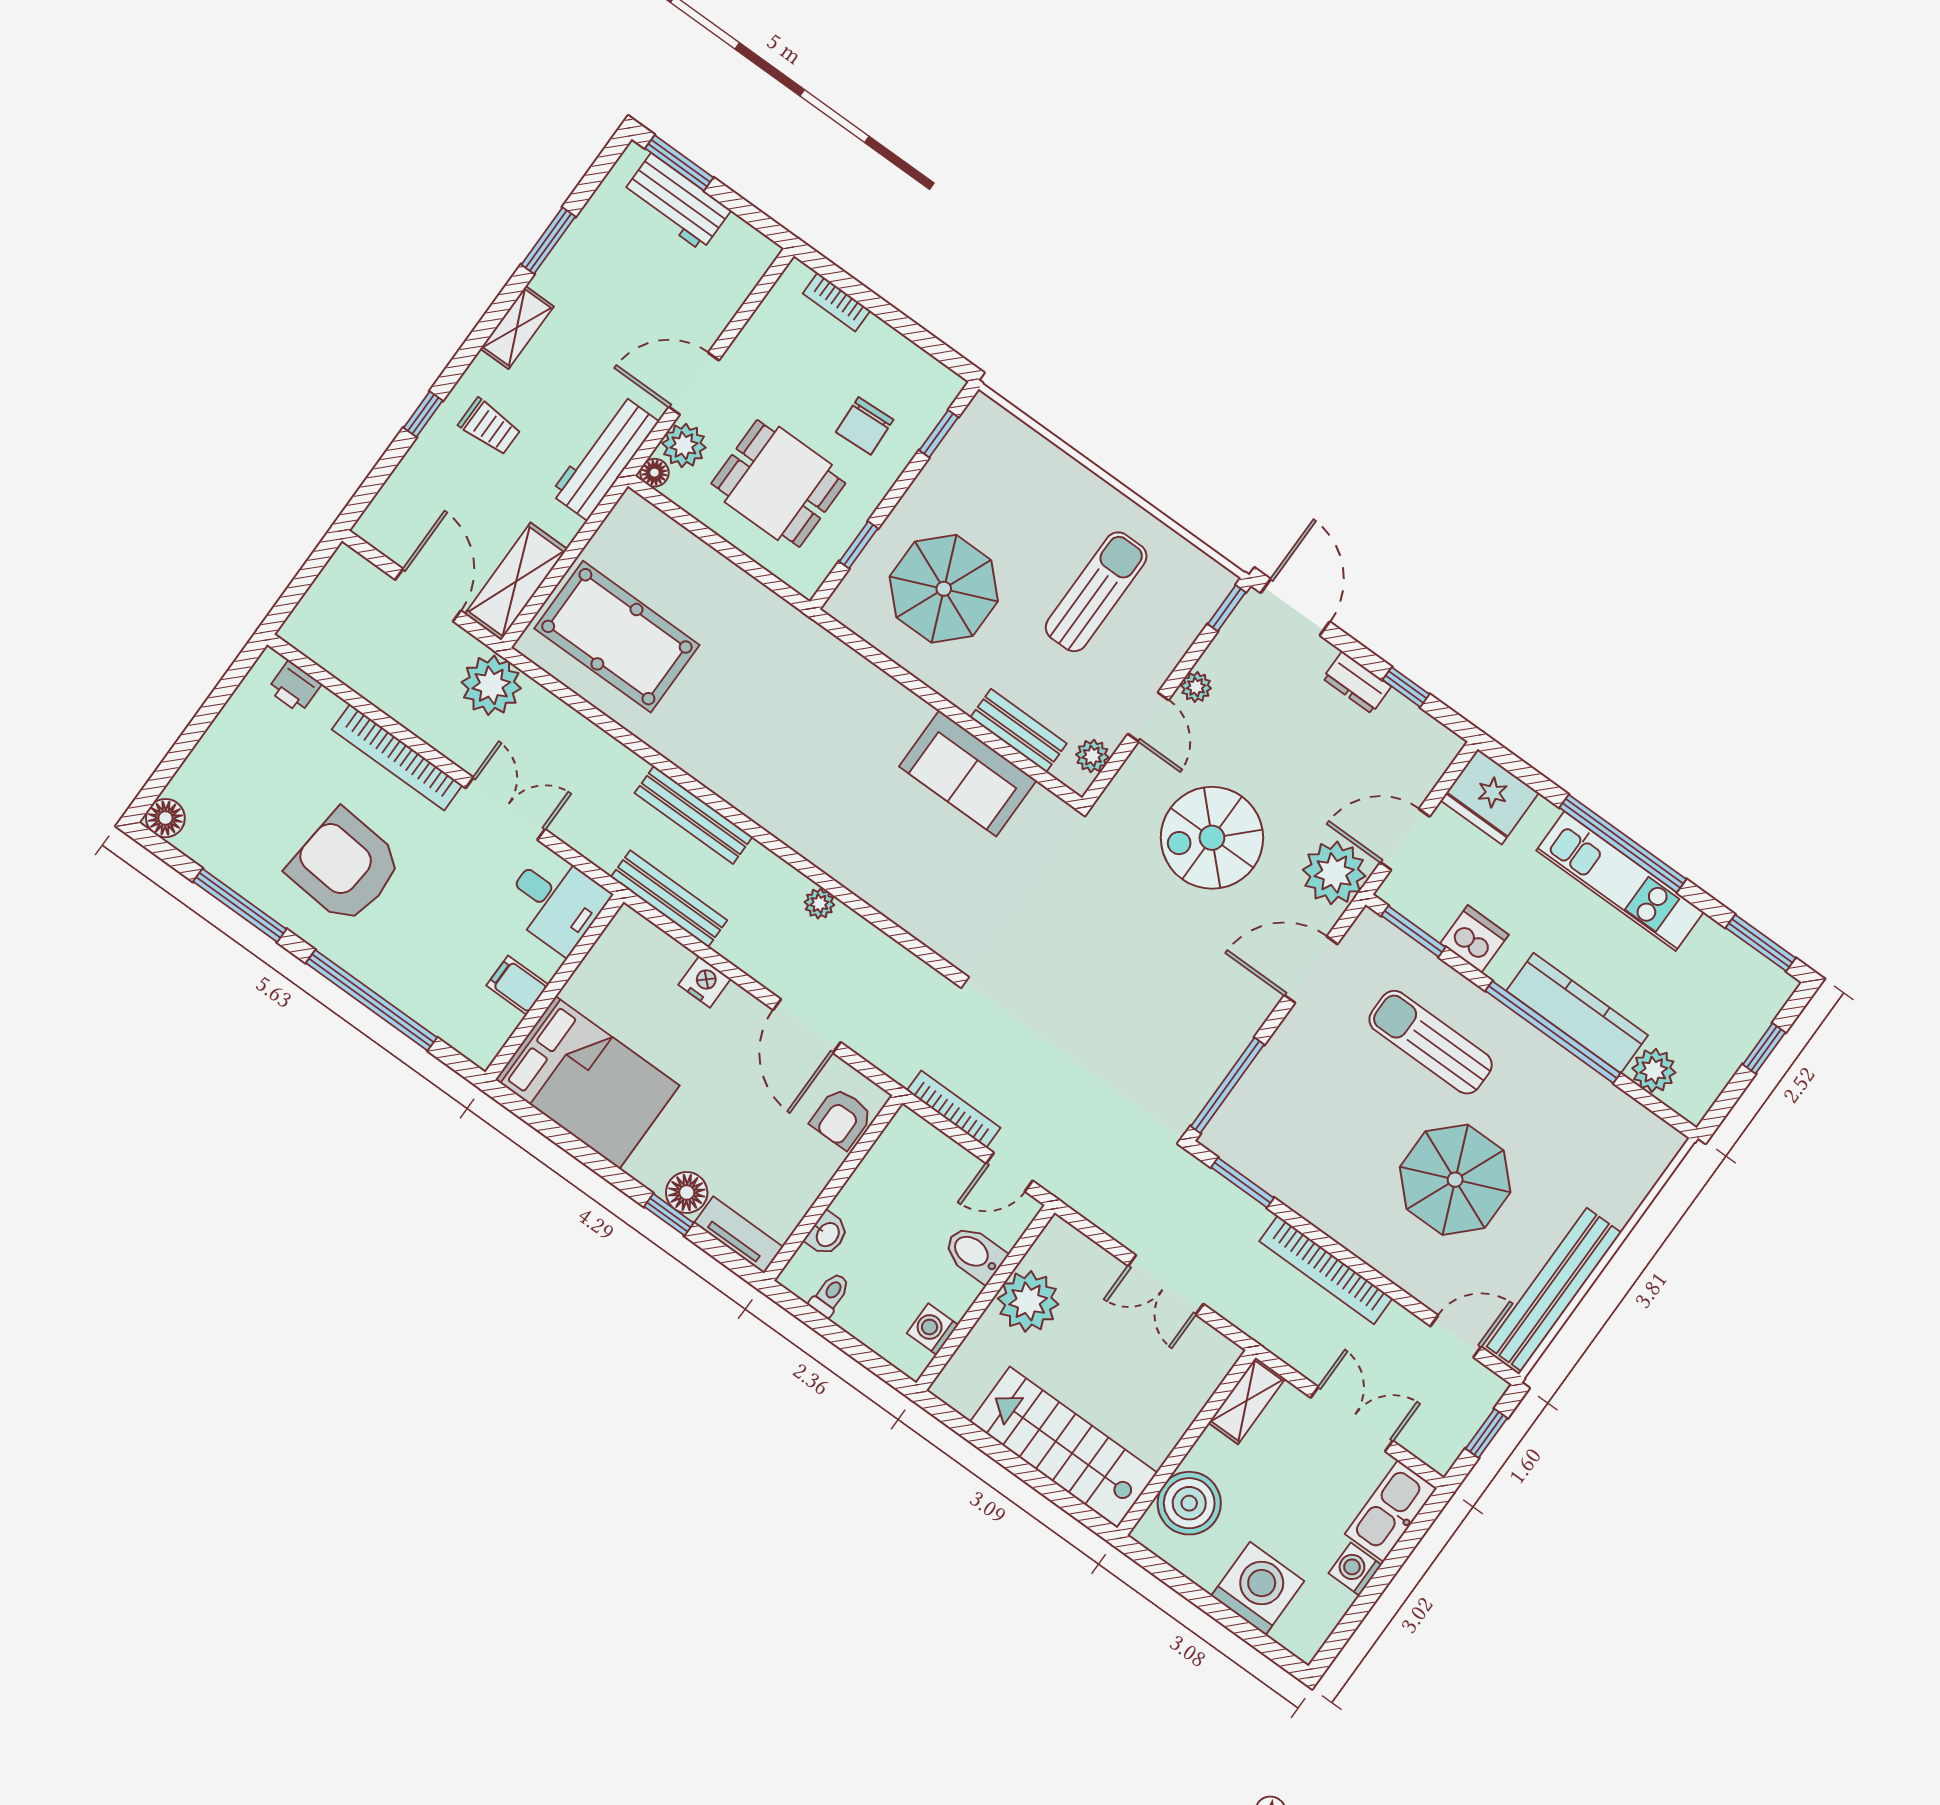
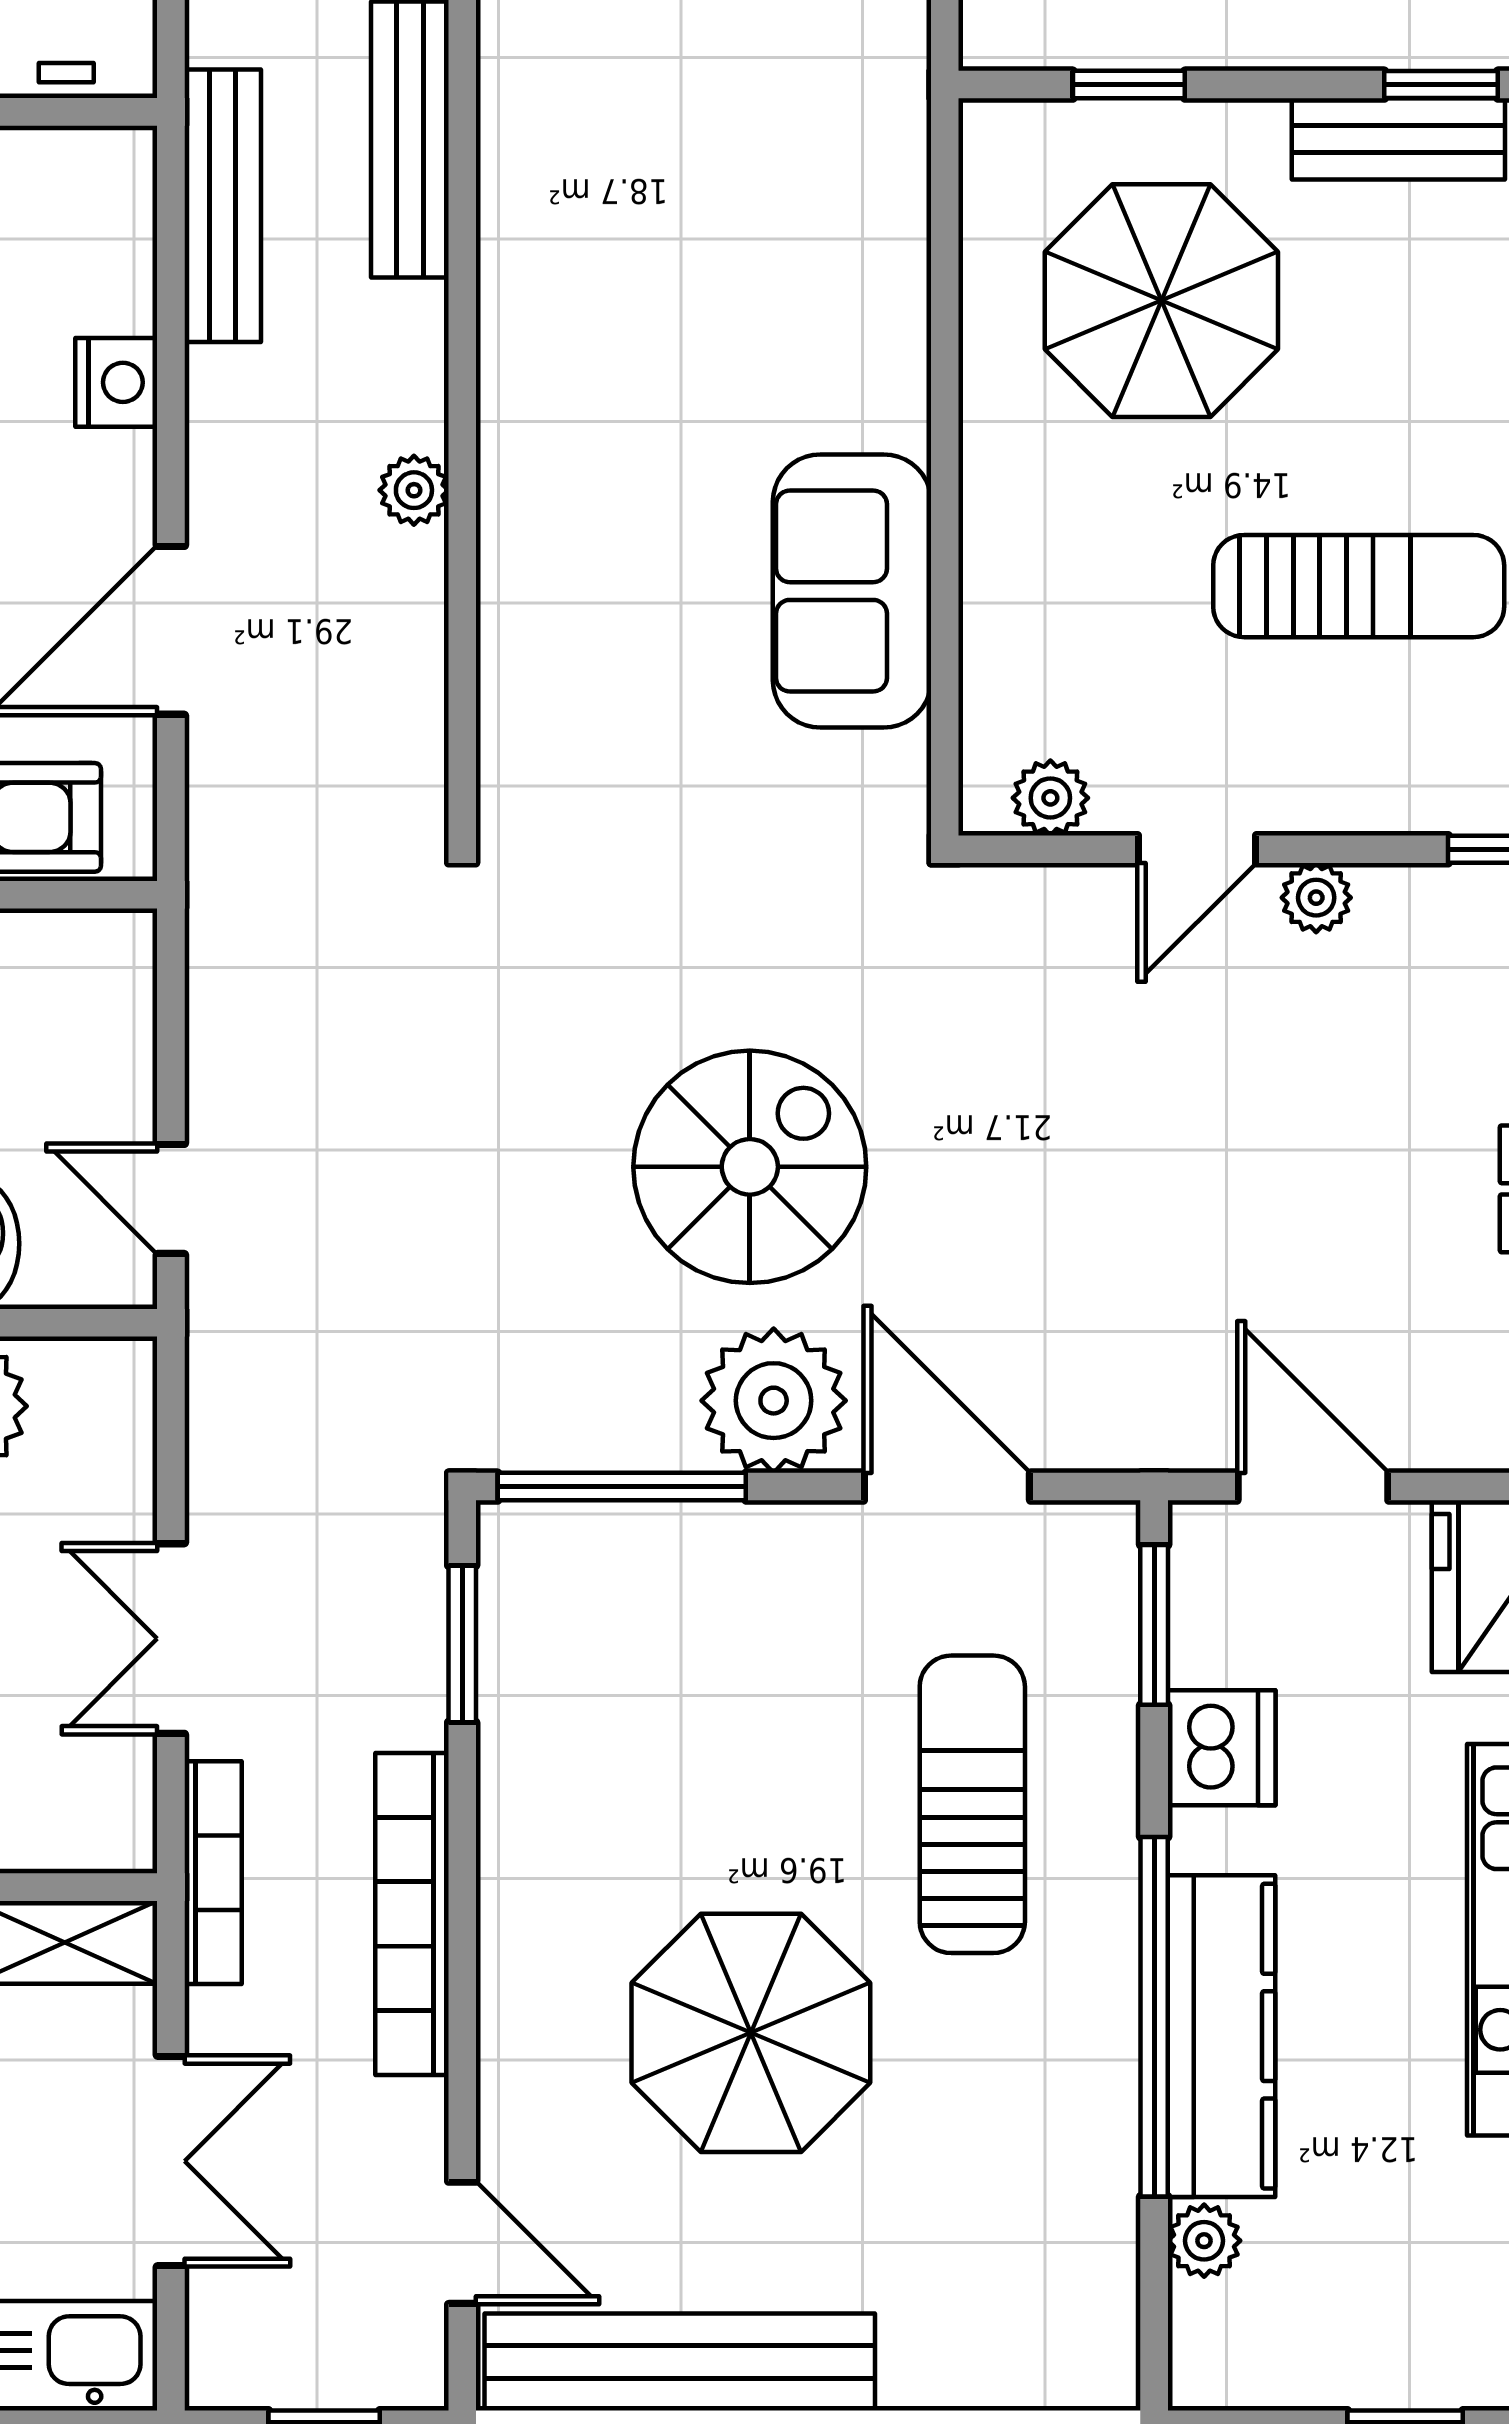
bench: (1019, 730) -> (1398, 139), moved, turned 90
spiral stairs: (1212, 838) -> (750, 1167), moved, turned 90
plant: (1334, 873) -> (774, 1401), moved
plant: (1654, 1070) -> (1204, 2241), width x0.73, depth x0.73
bookcase: (954, 1109) -> (213, 1873), moved

